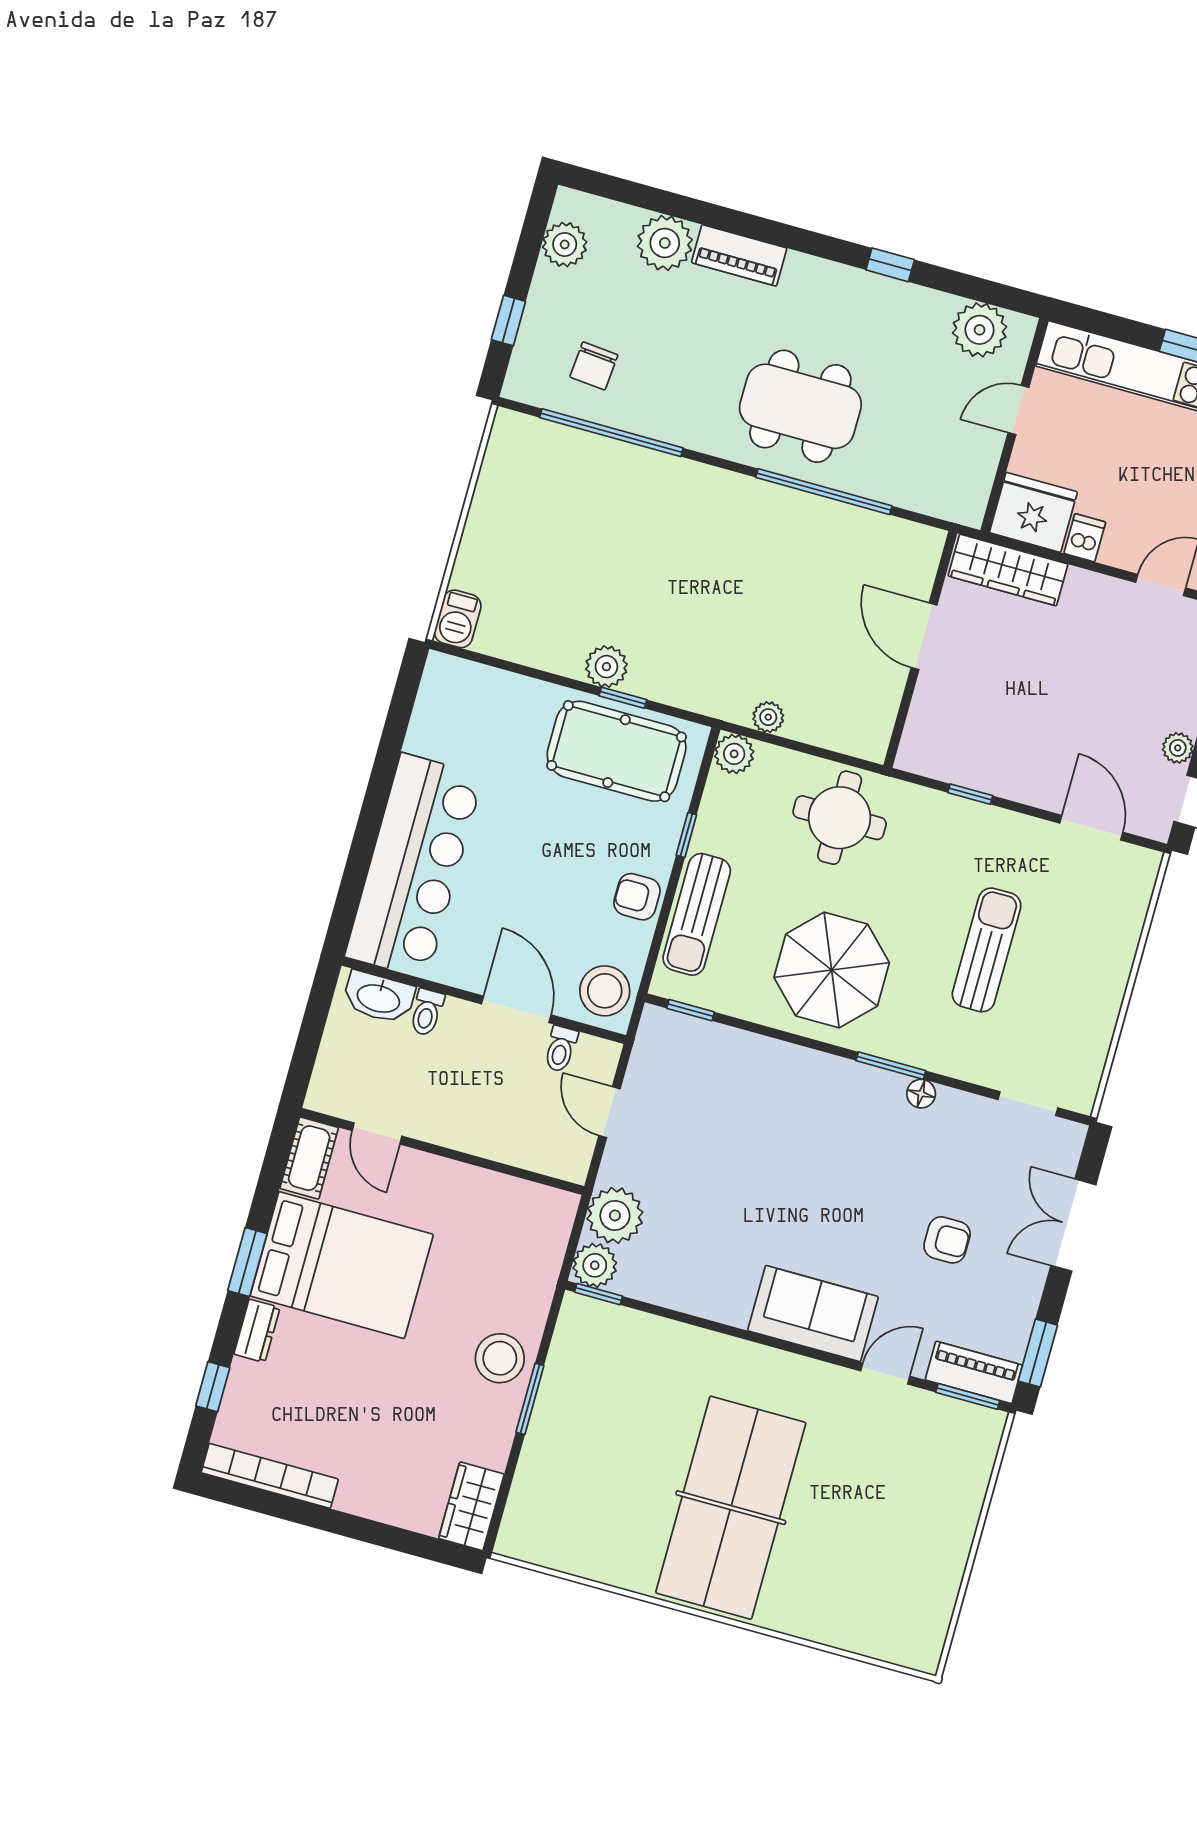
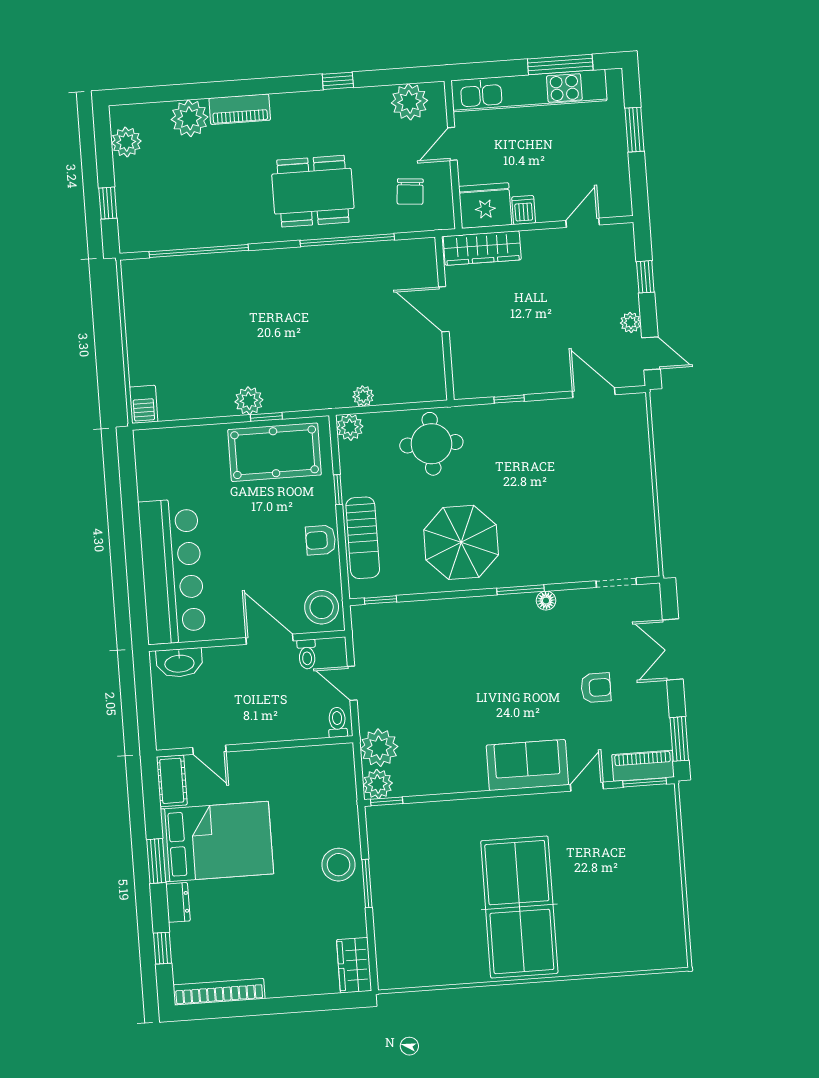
chair: (594, 366) -> (410, 192), moved
sun lounger: (987, 950) -> (555, 494), removed
toilet: (427, 1012) -> (337, 722), moved, turned 180

